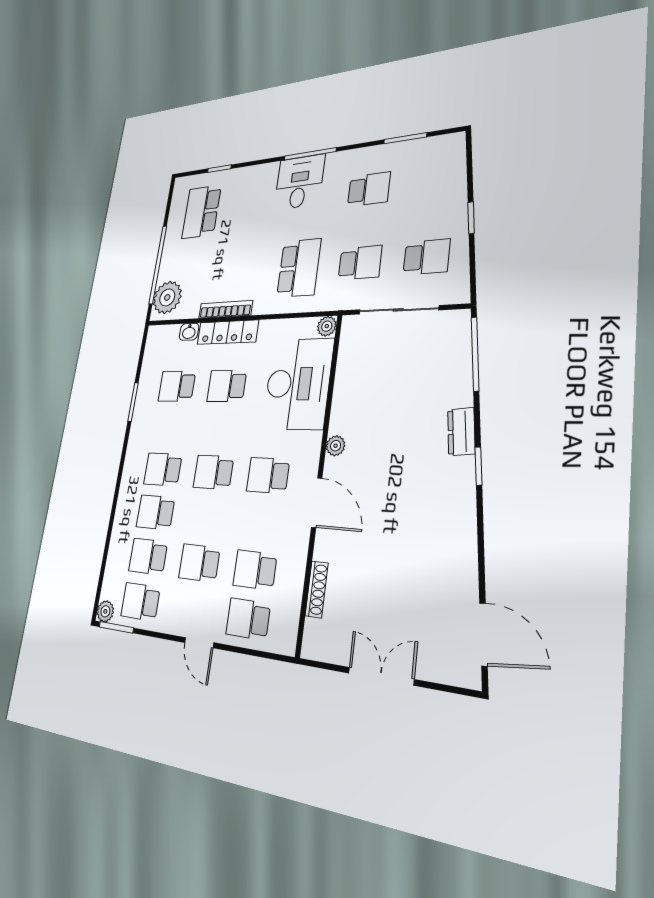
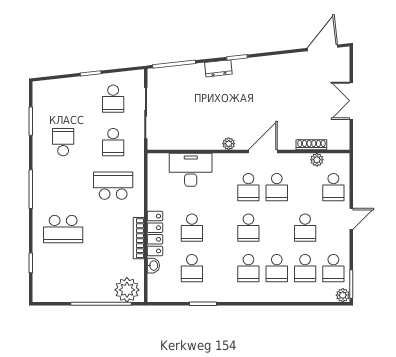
desk: (299, 182) -> (51, 194), removed
school desk: (201, 212) -> (63, 229), moved
school desk: (426, 257) -> (113, 99), turned 180
school desk: (360, 263) -> (113, 142), turned 180
plant: (327, 326) -> (317, 160), moved
desk: (298, 384) -> (191, 170), width x0.73, depth x0.77
school desk: (255, 570) -> (277, 187), moved

